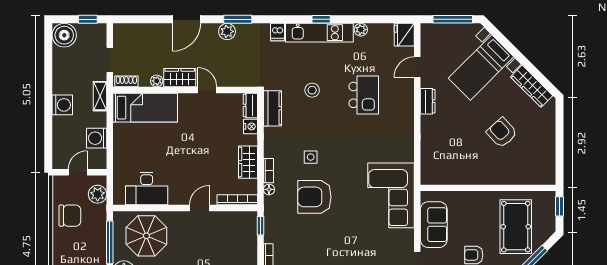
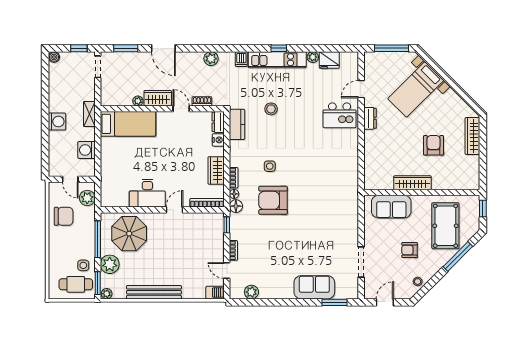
door: (186, 19) -> (163, 48), hinge flipped
window: (238, 19) -> (126, 48), moved
plant: (227, 31) -> (211, 59), moved
boiler: (64, 35) -> (54, 57), width x0.54, depth x0.54
fridge: (404, 35) -> (329, 60), moved, turned -90
doorway: (110, 60) -> (98, 67), moved
shoe rack: (126, 81) -> (202, 101), moved
wardrobe: (532, 86) -> (472, 136), moved, turned 45
kitchen island: (364, 95) -> (340, 115), moved, turned 90
armchair: (502, 133) -> (434, 145), turned 42
door: (78, 172) -> (70, 179), swing flipped
wardrobe: (477, 176) -> (412, 183), added
desk: (147, 189) -> (147, 193), moved
corner sofa: (391, 195) -> (339, 199), removed
floor lamp: (271, 204) -> (236, 206), added
sofa: (434, 225) -> (391, 207), moved, turned 90

